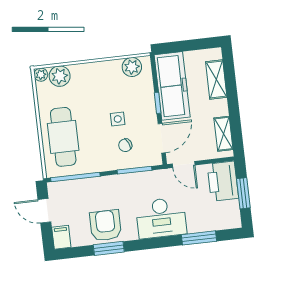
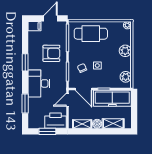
plant: (60, 76) -> (125, 51), moved
boiler: (220, 108) -> (97, 124), added
armchair: (105, 225) -> (51, 53), moved
window: (109, 248) -> (25, 62), moved

